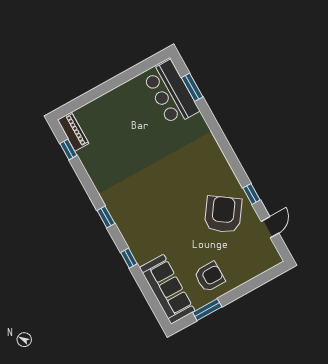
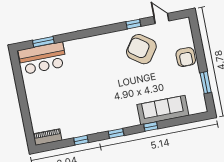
window: (68, 149) -> (81, 140), moved
armchair: (210, 277) -> (186, 57), moved, turned 180
sofa: (167, 289) -> (163, 110), moved

